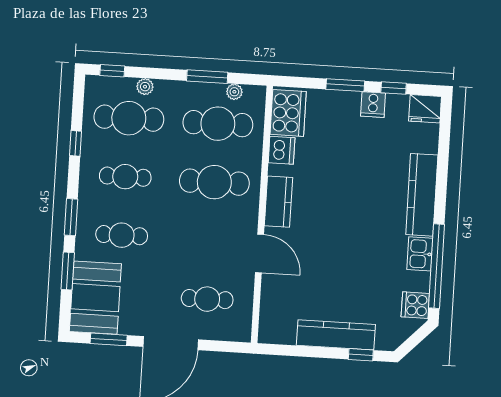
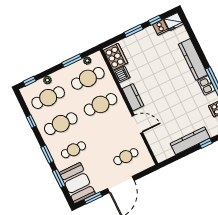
cooker: (373, 105) -> (160, 27), moved
cafe table: (125, 177) -> (61, 124), width x1.37, depth x1.35

